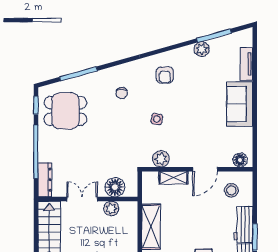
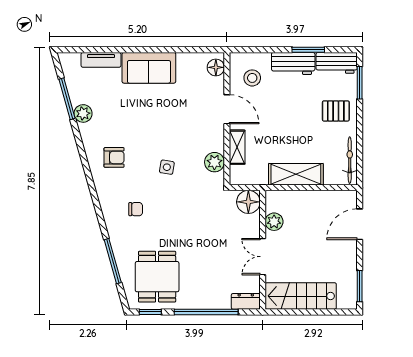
dresser: (45, 180) -> (246, 301), width x0.70
floor lamp: (115, 187) -> (248, 202), moved

